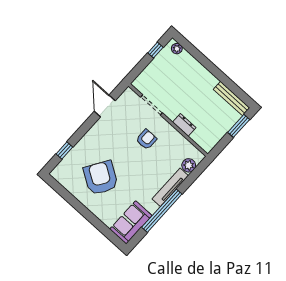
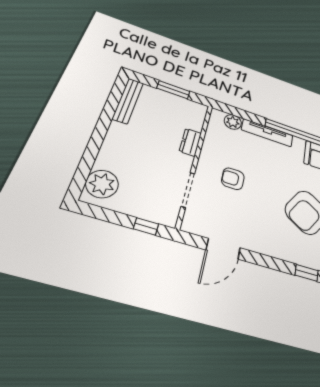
plant: (177, 49) -> (102, 184), width x1.87, depth x1.87
window: (155, 50) -> (146, 226), moved
window: (239, 126) -> (173, 90), moved

